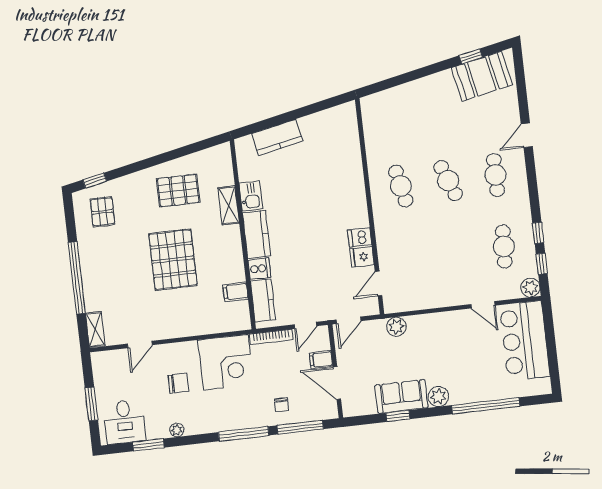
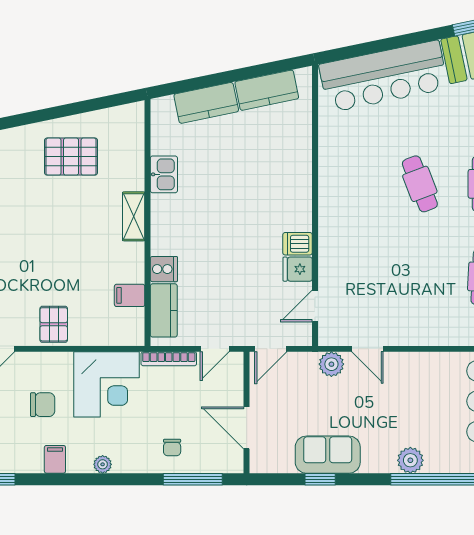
bar counter: (411, 101) -> (384, 76), added
cafe table: (401, 186) -> (358, 184), removed
shelving: (229, 205) -> (134, 216), moved
kitchen counter: (257, 234) -> (267, 90), moved, turned 78
pallet: (173, 260) -> (54, 324), moved, width x0.49, depth x0.50
door: (483, 305) -> (367, 349), moved
filing cabinet: (321, 360) -> (55, 459), moved, turned 90
plant: (438, 397) -> (410, 460), moved
plant: (177, 430) -> (103, 464), moved
window: (244, 434) -> (119, 479), removed

